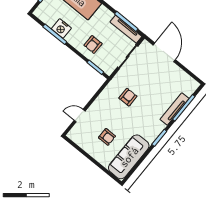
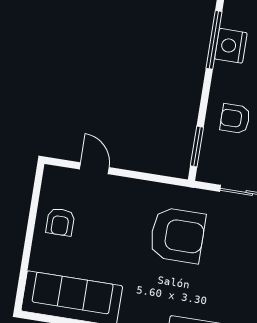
armchair: (128, 97) -> (177, 235), width x1.88, depth x1.88
armchair: (107, 137) -> (60, 222), moved

